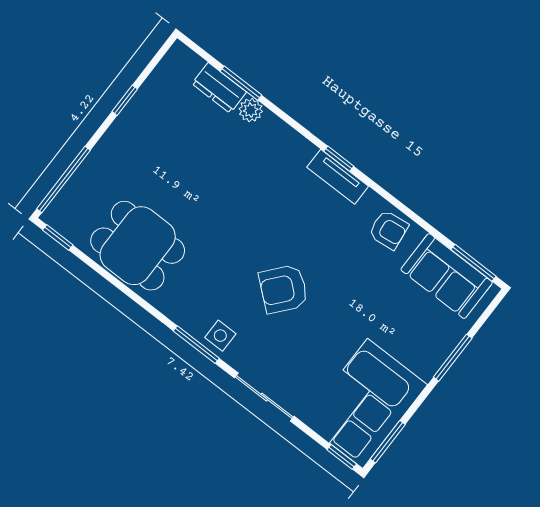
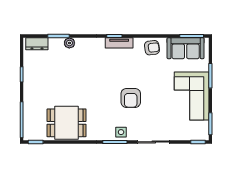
dresser: (219, 88) -> (37, 44), moved
armchair: (283, 289) -> (131, 98), turned -40
corner sofa: (365, 403) -> (192, 96), moved

